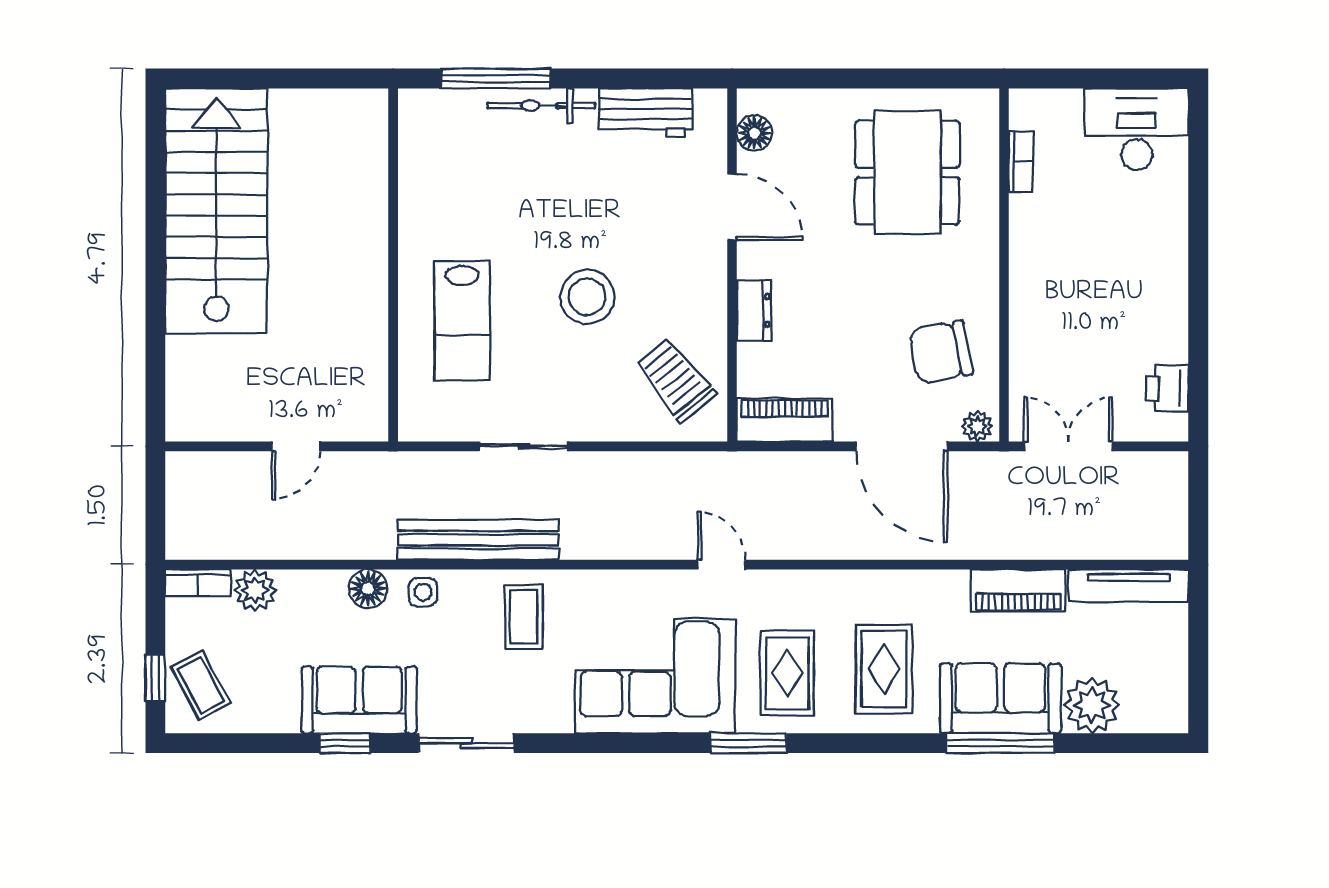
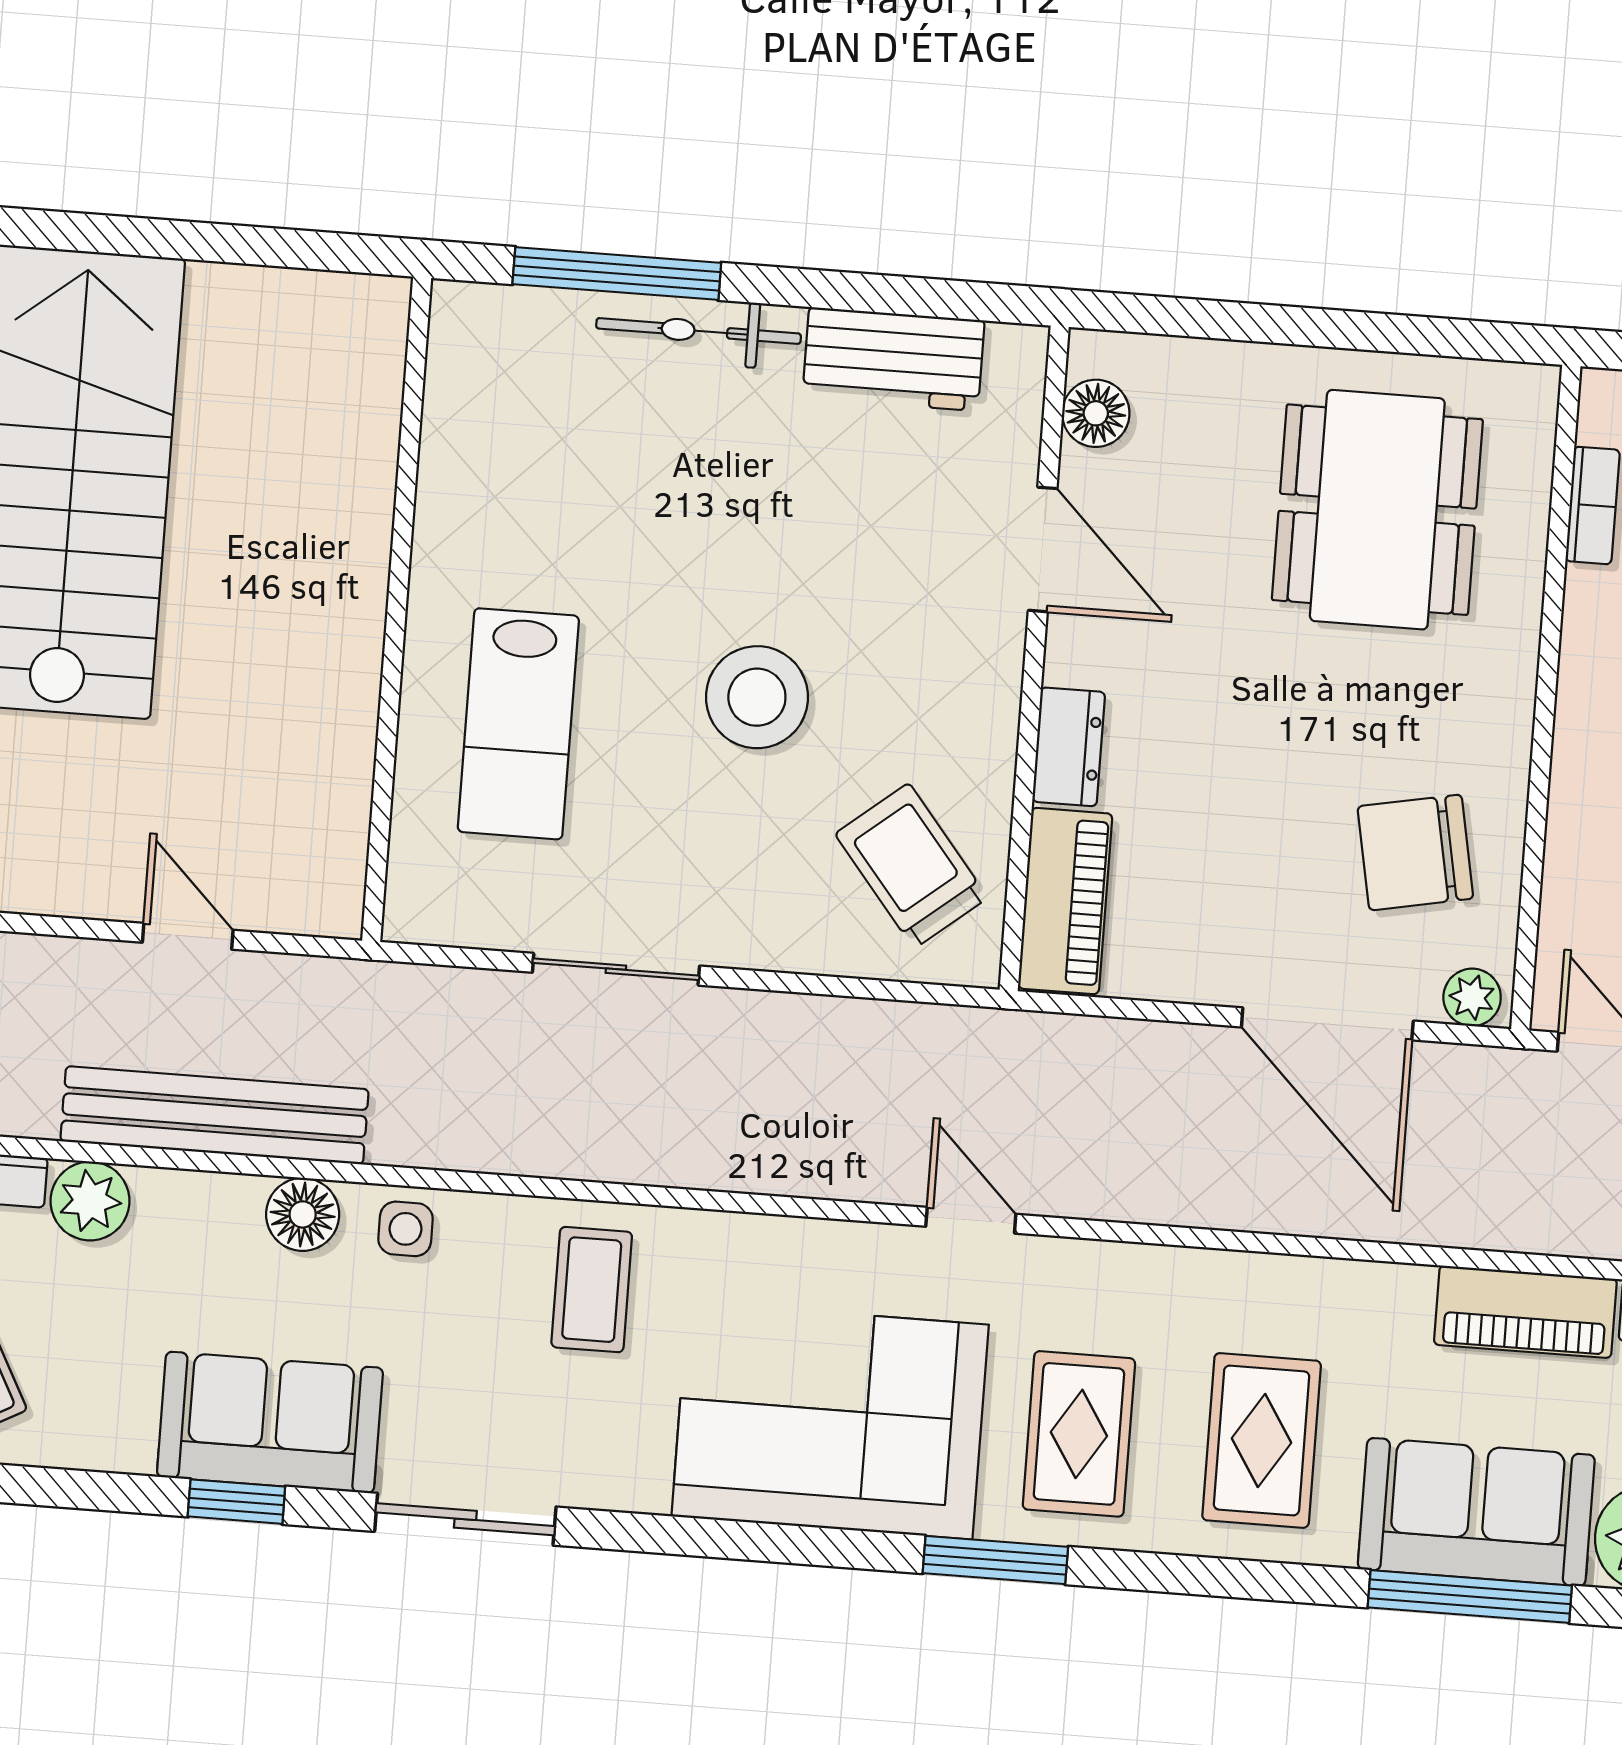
piano: (785, 420) -> (1065, 901), moved, turned 90
door: (296, 446) -> (188, 936), swing flipped
bench: (478, 540) -> (215, 1115), moved

